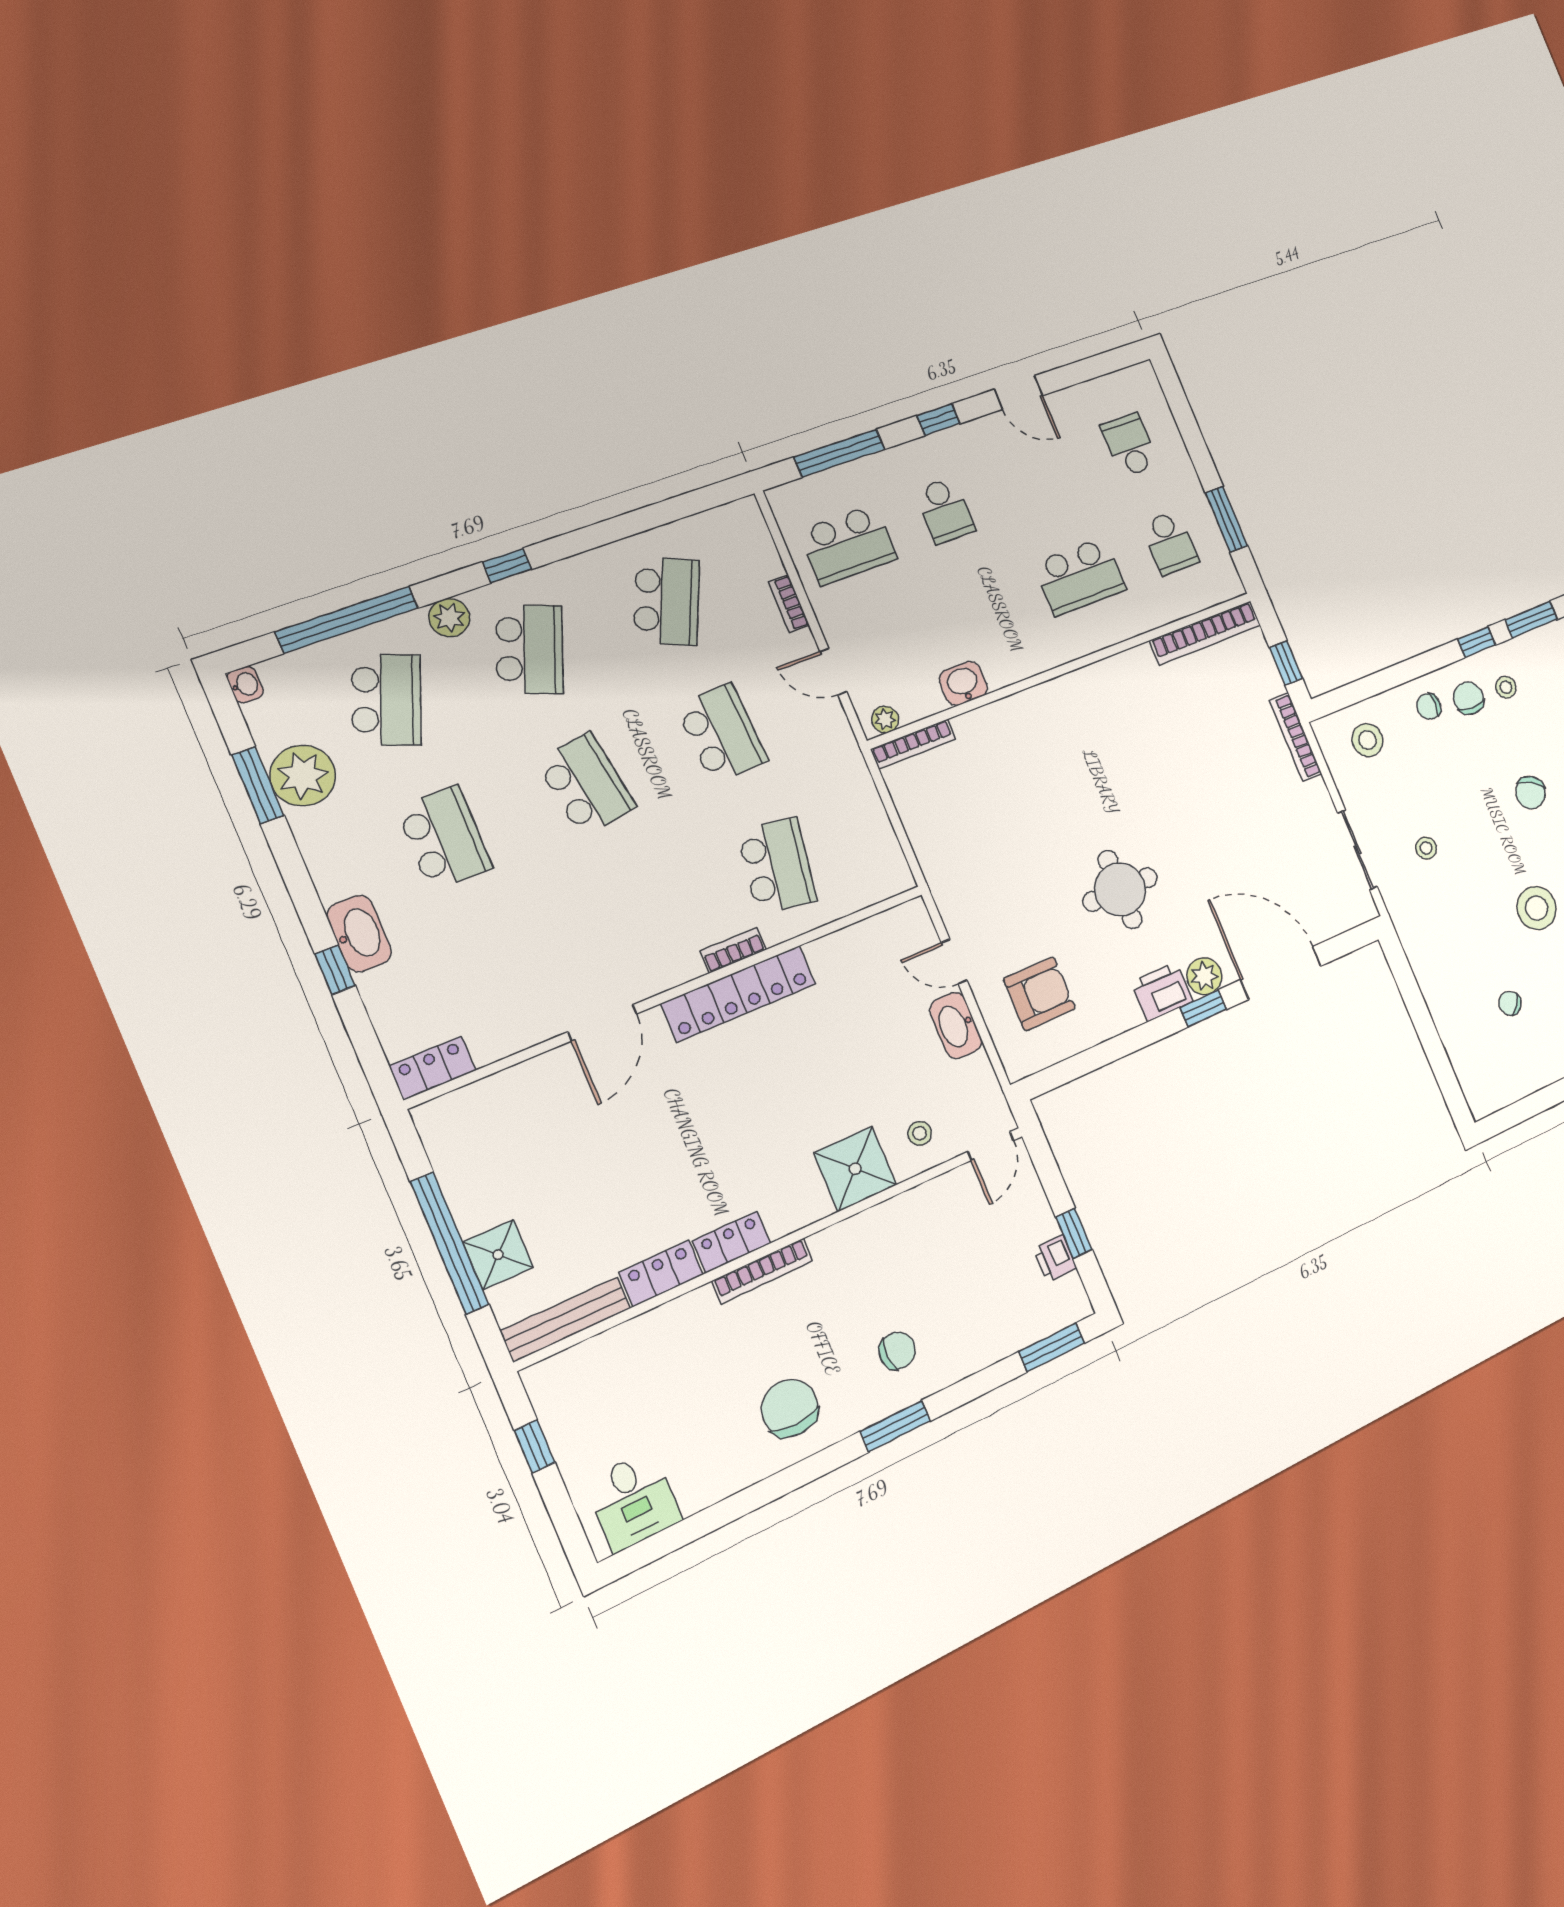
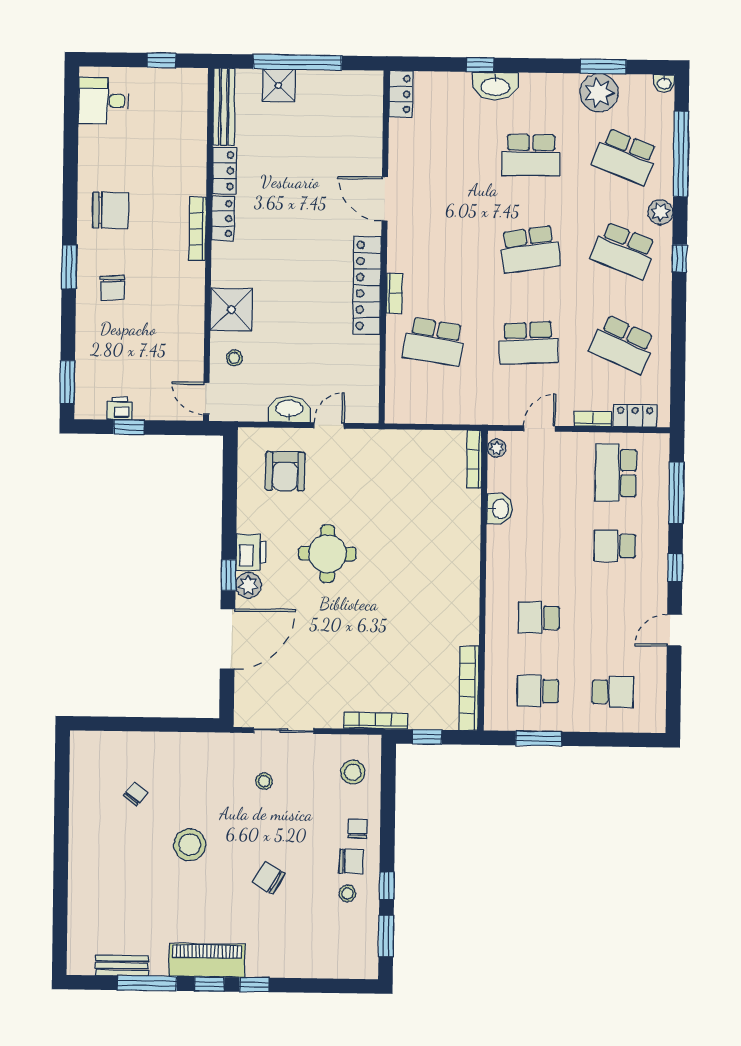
locker: (759, 547) -> (635, 416), added
school desk: (1080, 576) -> (539, 618), width x0.54

